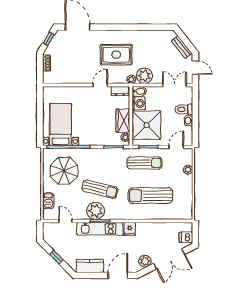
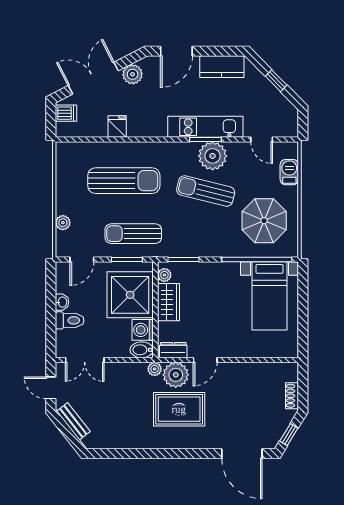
plant: (144, 76) -> (176, 375), moved
fridge: (130, 229) -> (117, 127), moved

